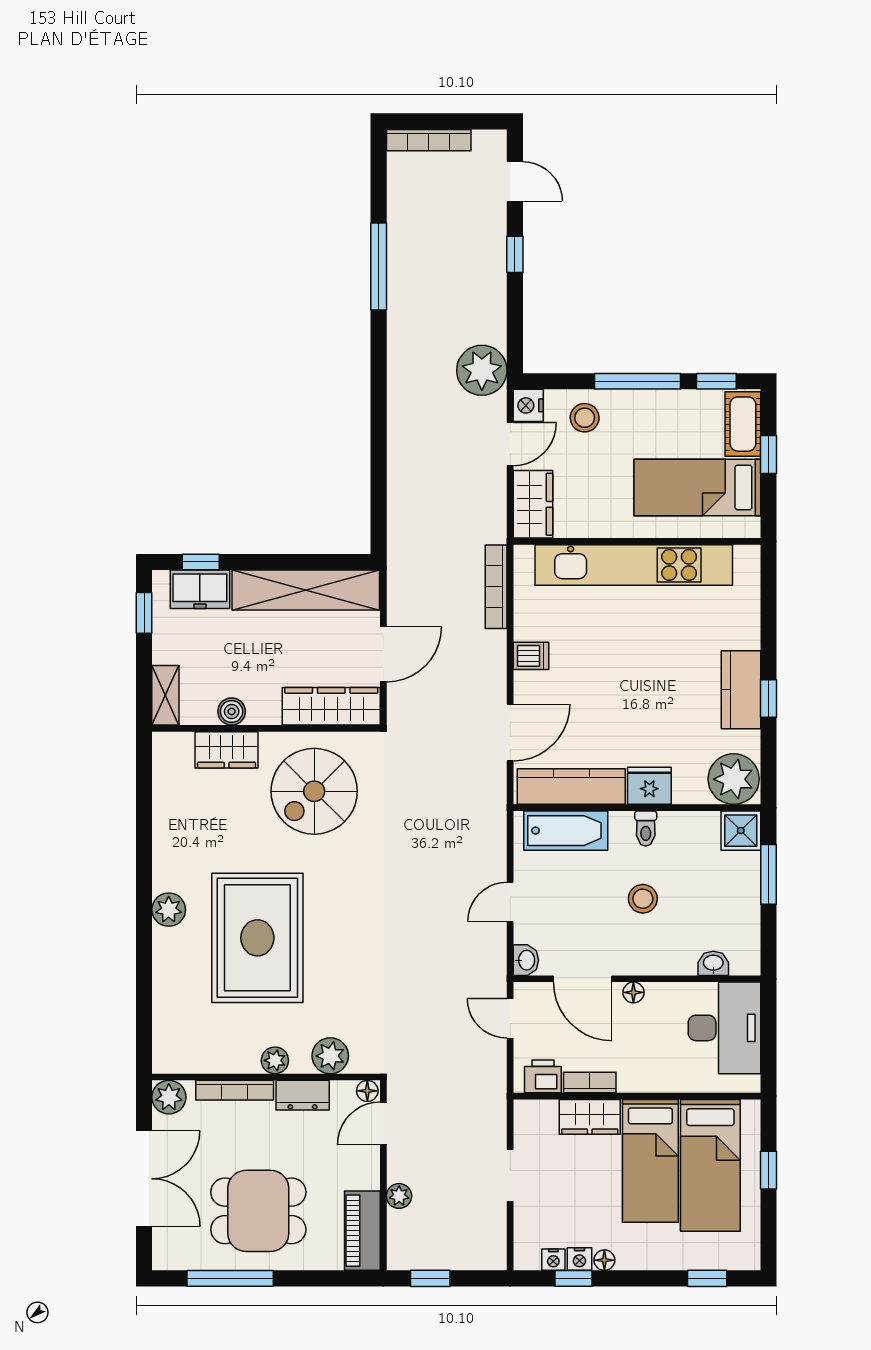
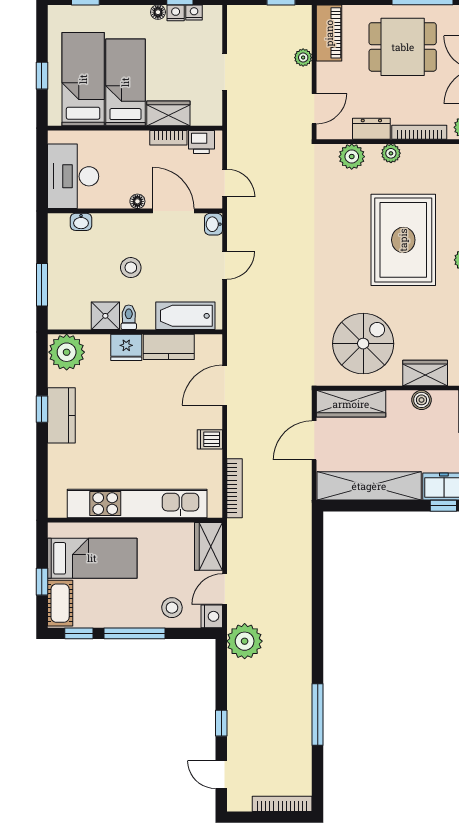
kitchen counter: (571, 787) -> (169, 347), width x0.67
shower: (741, 831) -> (105, 316), moved
floor lamp: (367, 1091) -> (326, 132), removed

